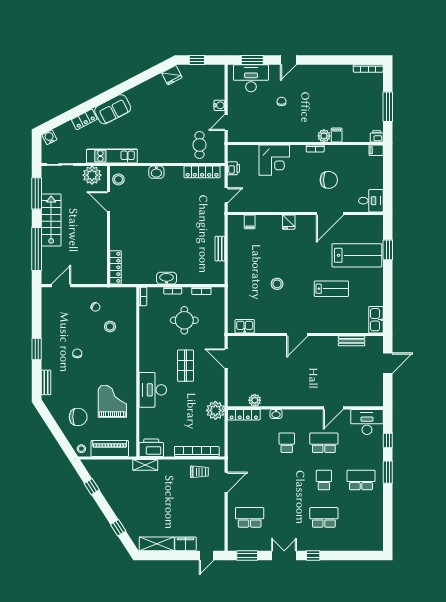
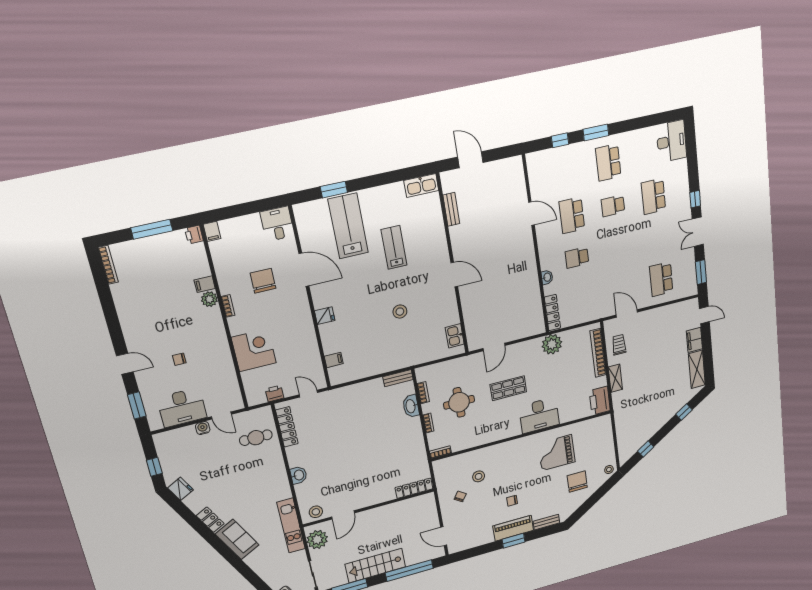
desk: (251, 78) -> (182, 408), moved, turned -90
locker: (84, 119) -> (210, 520), moved
bench: (220, 249) -> (398, 378), moved
washbasin: (167, 278) -> (411, 406), moved
plant: (255, 400) -> (535, 304), removed
desk: (367, 422) -> (671, 141), moved, turned 180
piano: (110, 448) -> (513, 528), moved, turned 90
shelving: (145, 465) -> (615, 378), moved

